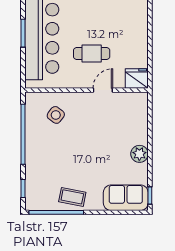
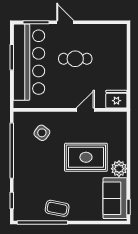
cafe table: (92, 53) -> (75, 59), moved
rug: (104, 142) -> (86, 157), added
sofa: (126, 198) -> (115, 198), moved, turned -90

